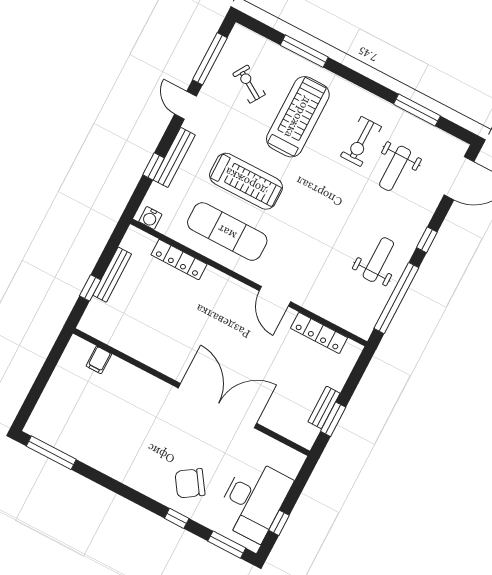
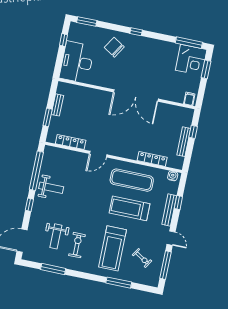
weight bench: (395, 168) -> (56, 236), turned 180
weight bench: (378, 260) -> (51, 188), turned -90
door: (275, 296) -> (98, 154), swing flipped
filing cabinet: (99, 360) -> (189, 99), moved
window: (34, 395) -> (206, 69), added
double door: (217, 406) -> (136, 96), moved
window: (333, 419) -> (48, 117), moved
corner desk: (56, 420) -> (191, 60), added
chair: (190, 483) -> (114, 47), turned -114
desk: (253, 500) -> (77, 62), moved
window: (177, 518) -> (136, 32), moved

